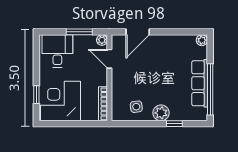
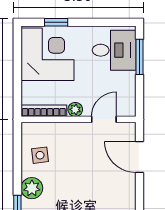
window: (79, 32) -> (140, 57), moved
plant: (102, 40) -> (75, 109), moved

